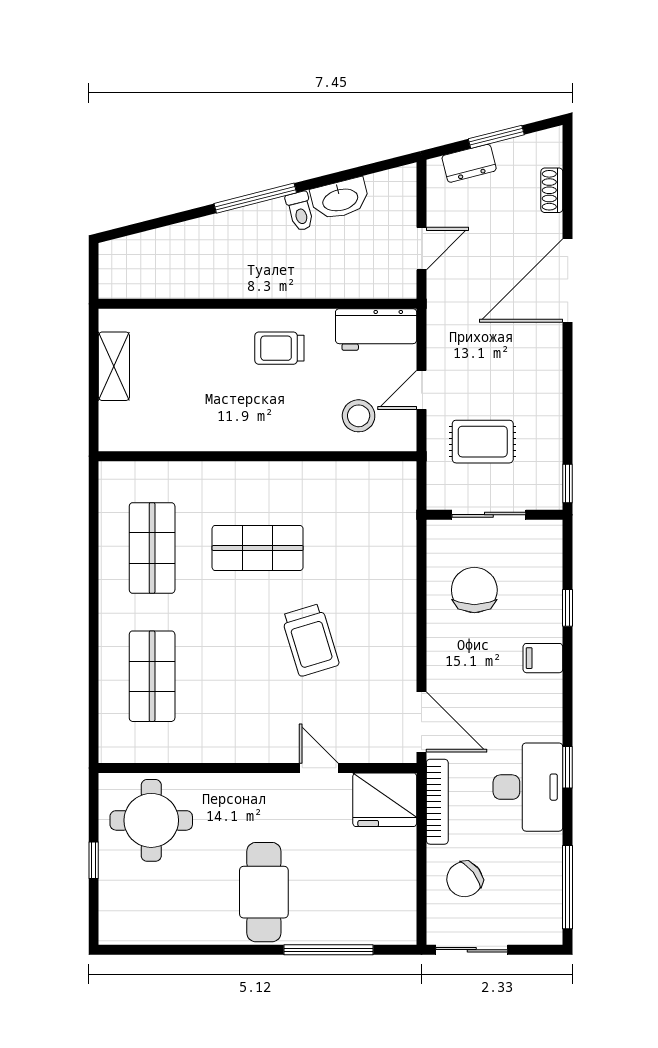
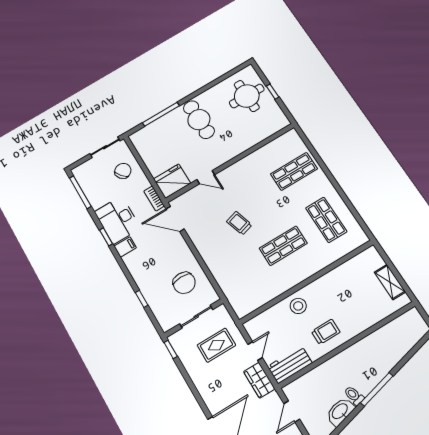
wardrobe: (445, 335) -> (259, 380), added
stool: (359, 416) -> (298, 306), moved
trolley: (310, 640) -> (239, 223), width x0.73, depth x0.72
filing cabinet: (543, 658) -> (125, 247), moved
shop shelf: (152, 676) -> (294, 171), turned 90
bookcase: (437, 802) -> (154, 199), width x0.64
round table: (151, 820) -> (247, 96), moved

